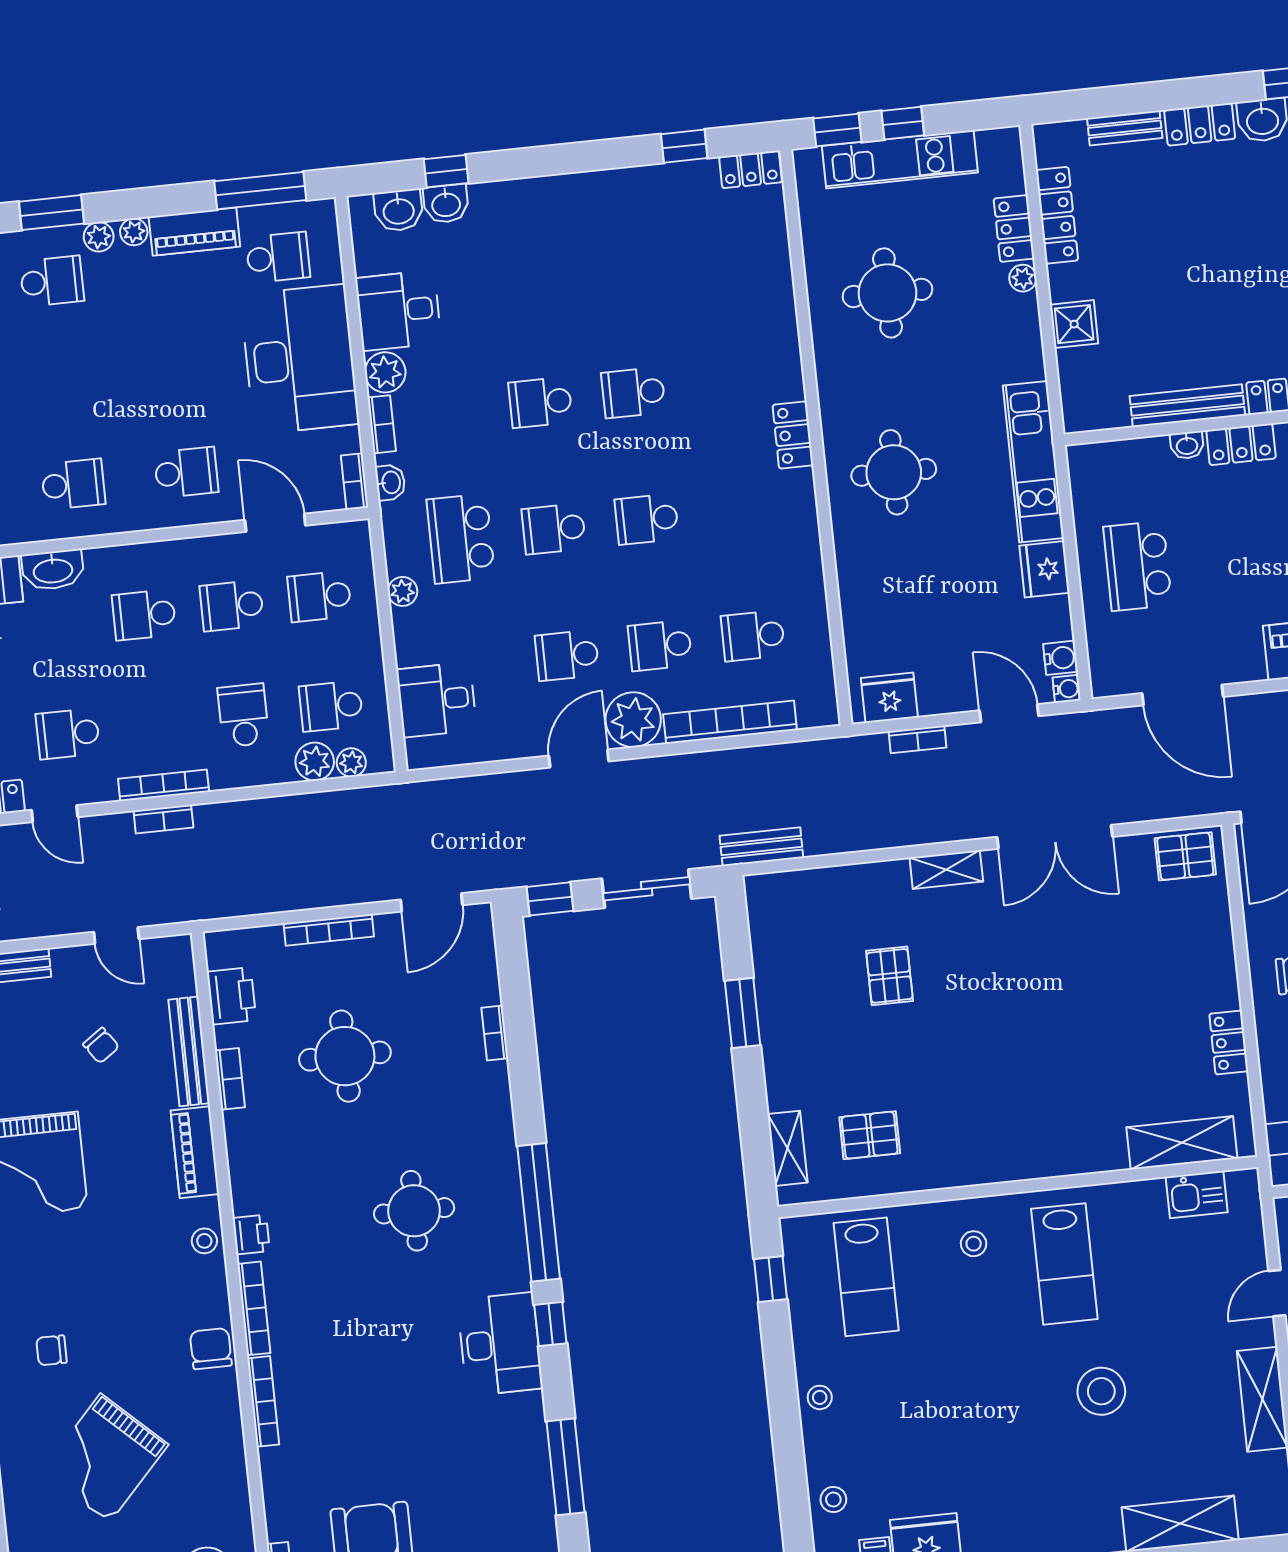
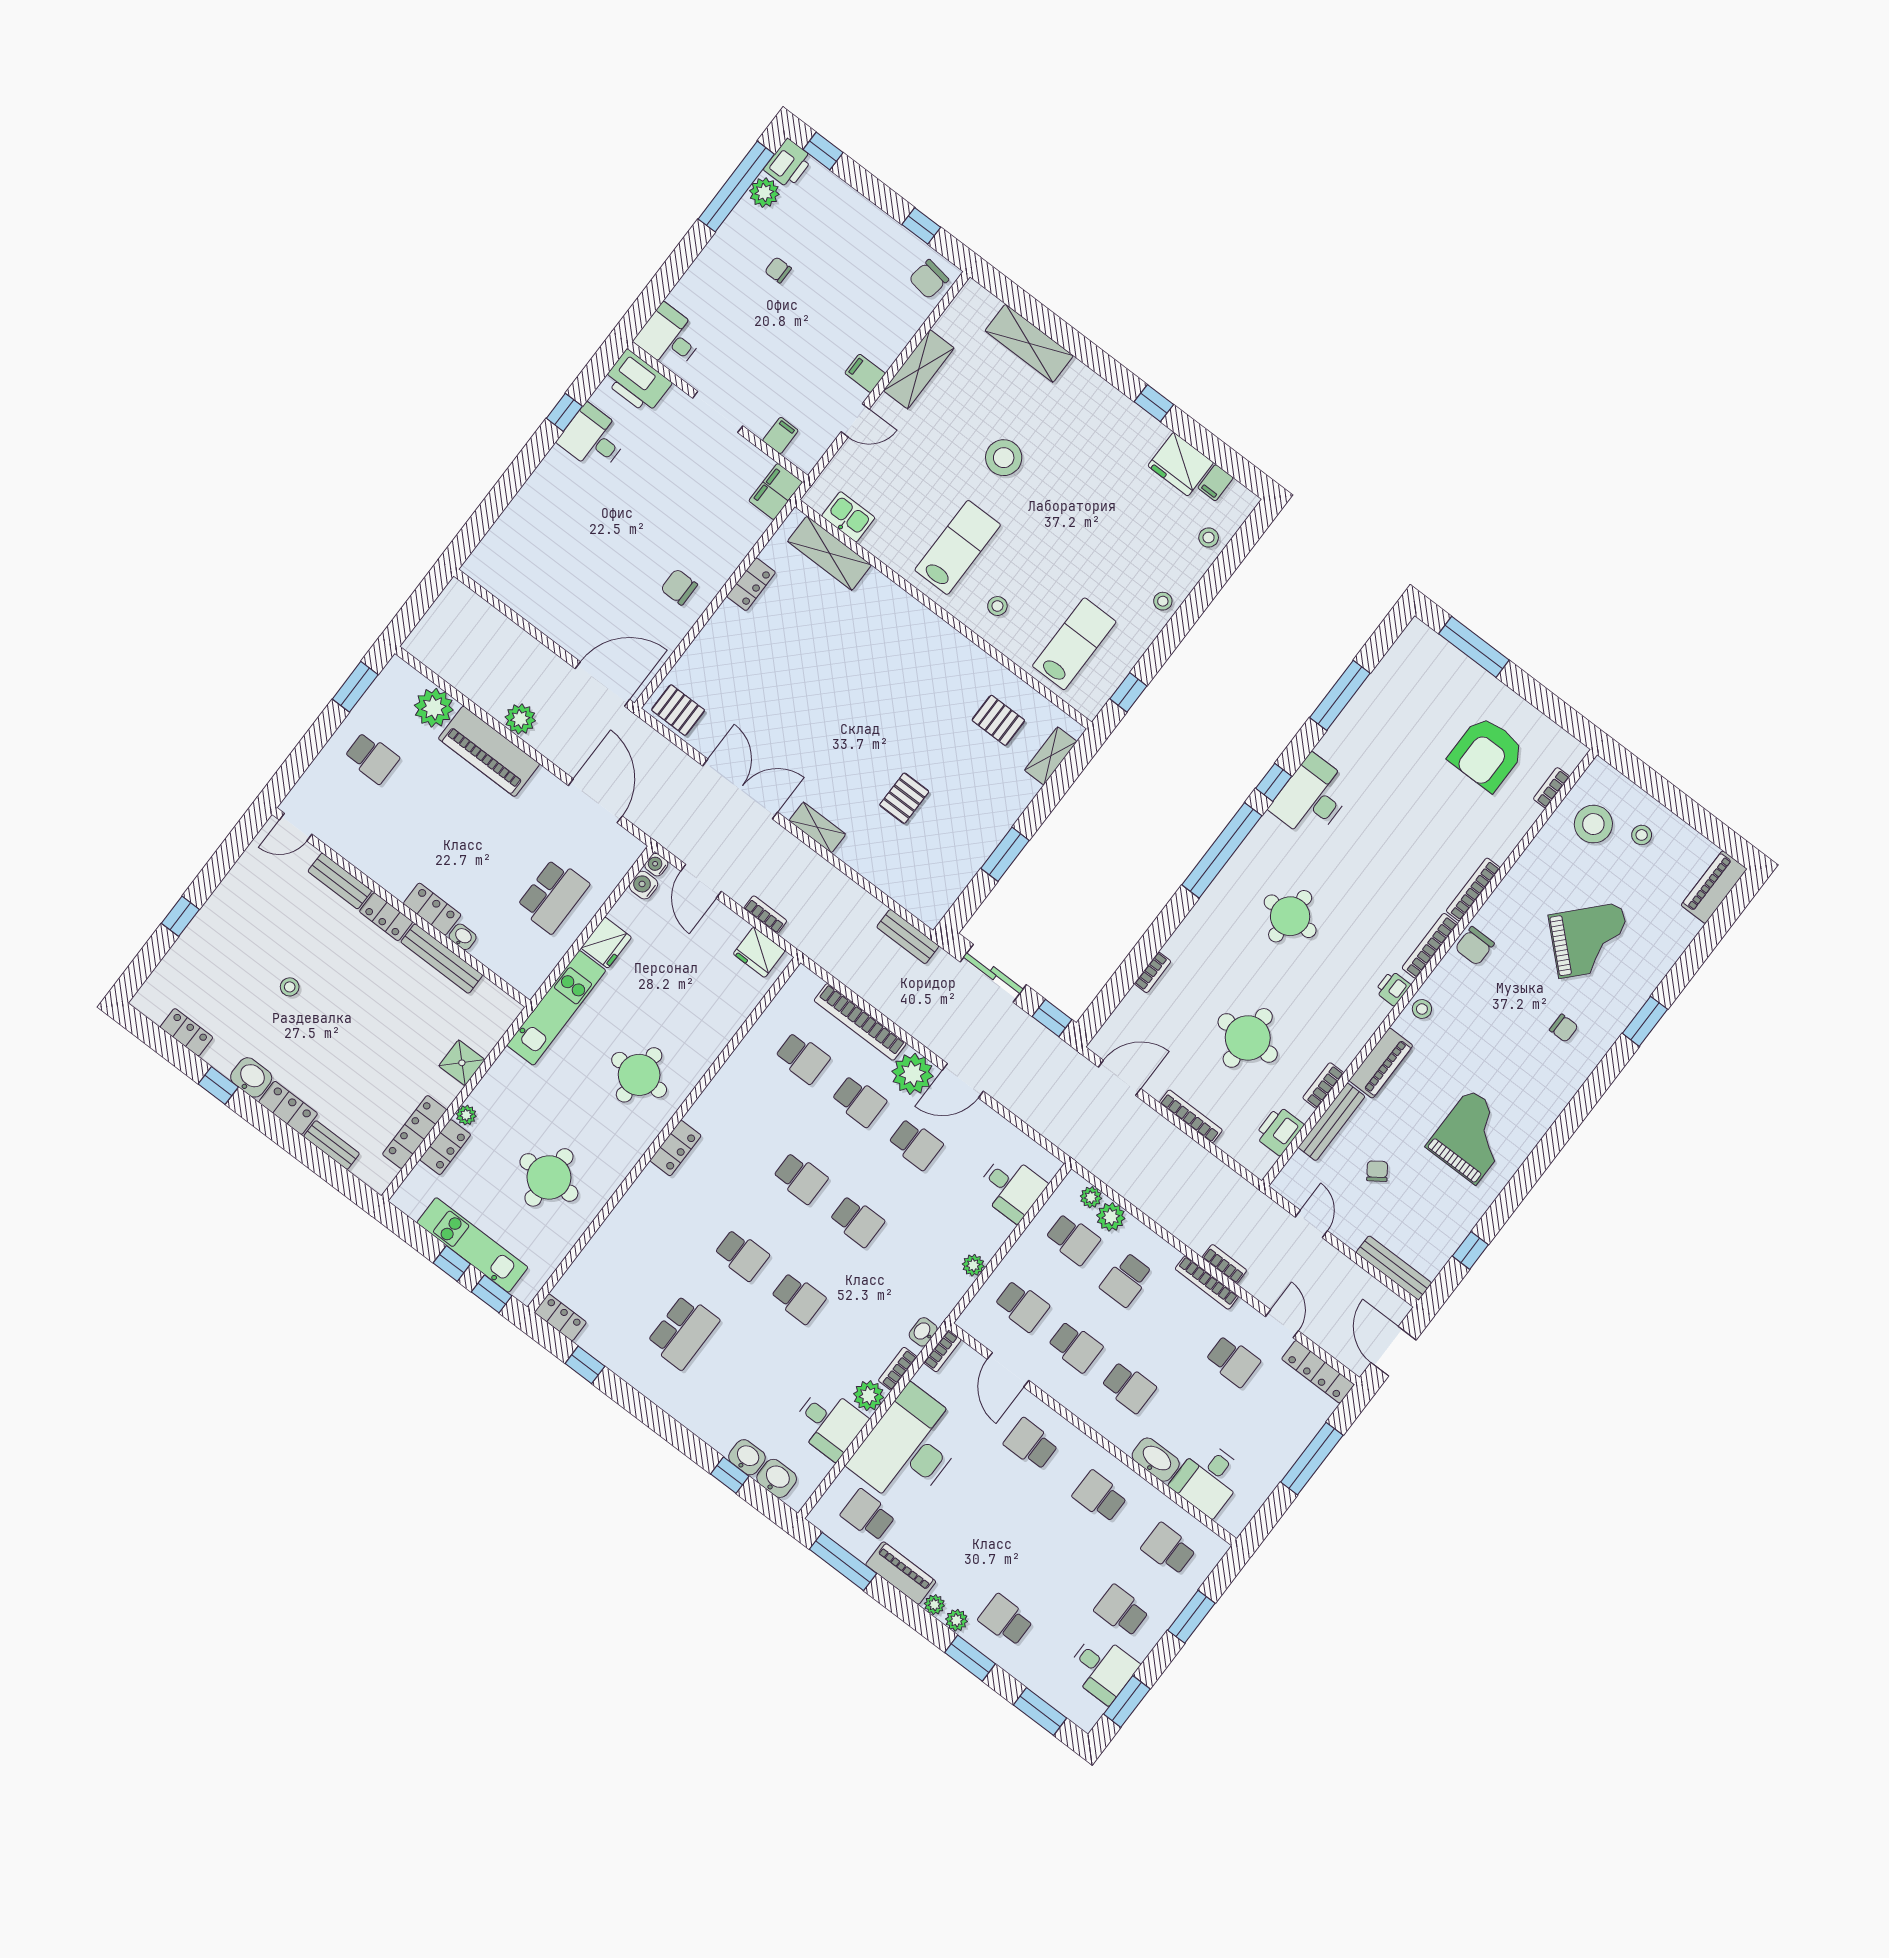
school desk: (461, 539) -> (683, 1332), moved

